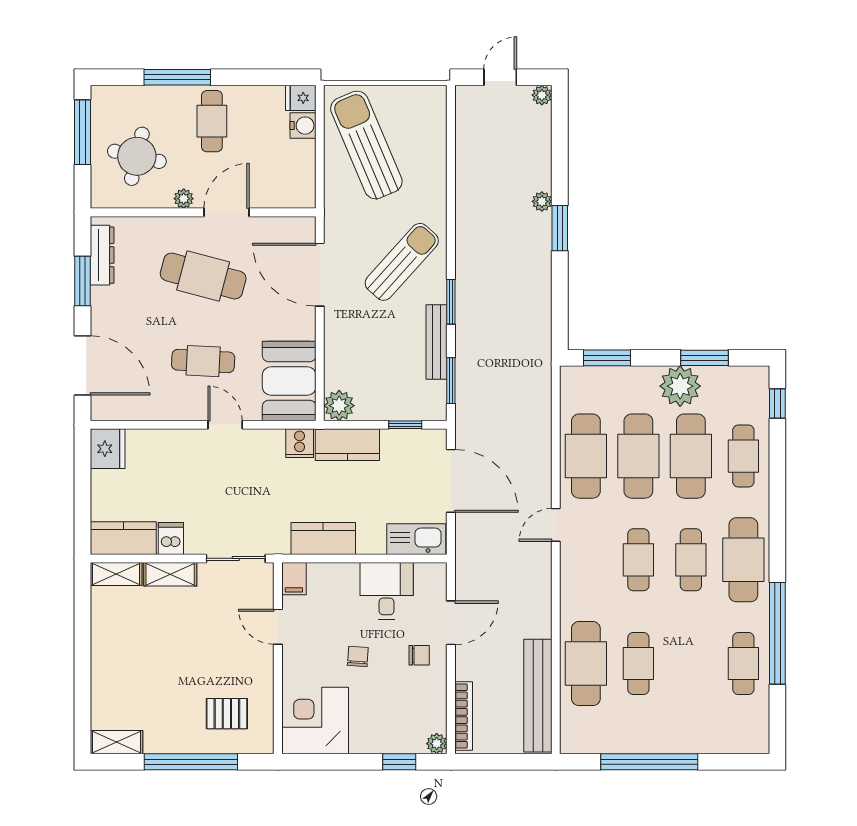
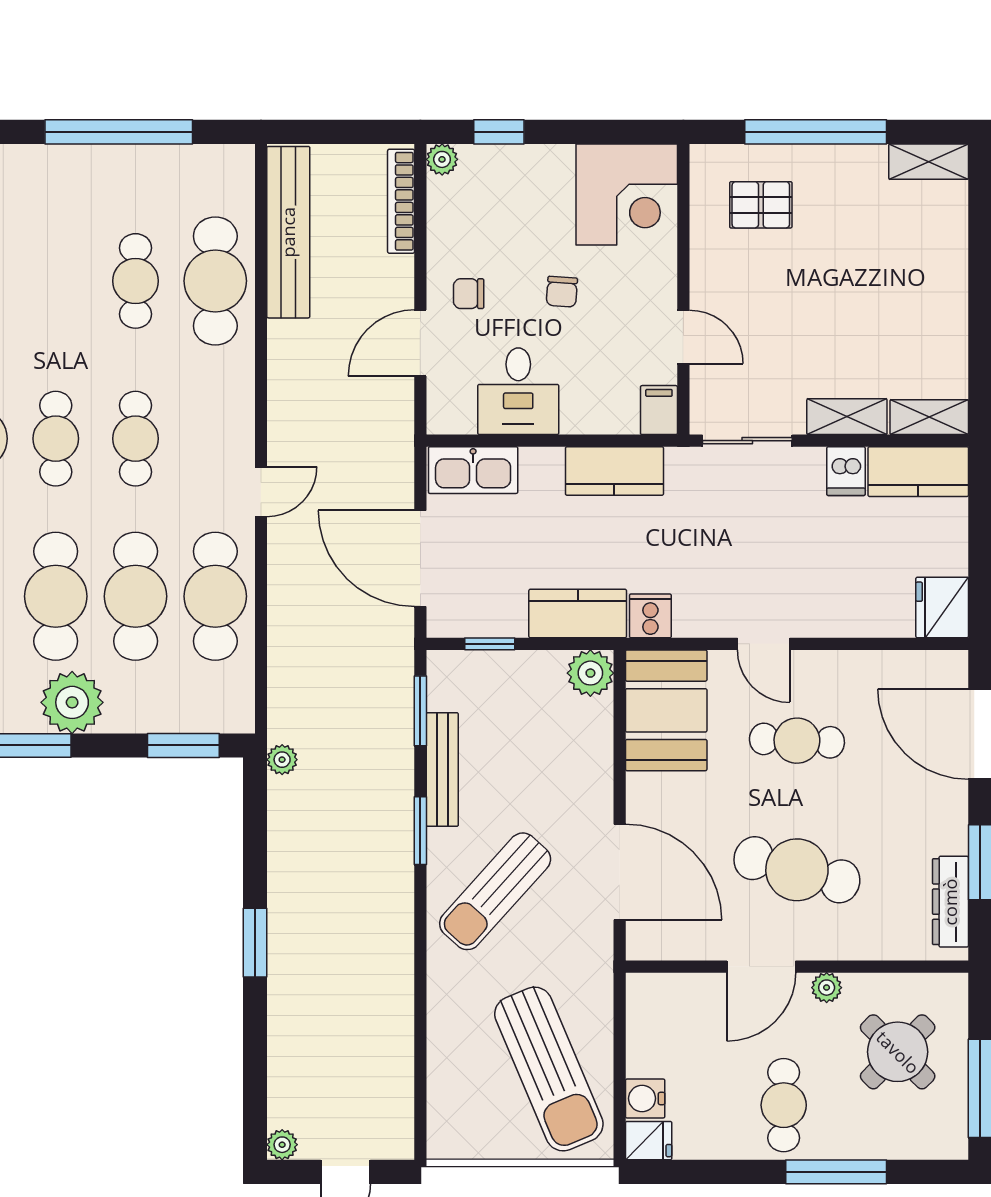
round table: (137, 156) -> (898, 1052), turned 32
plant: (542, 201) -> (282, 760), moved

